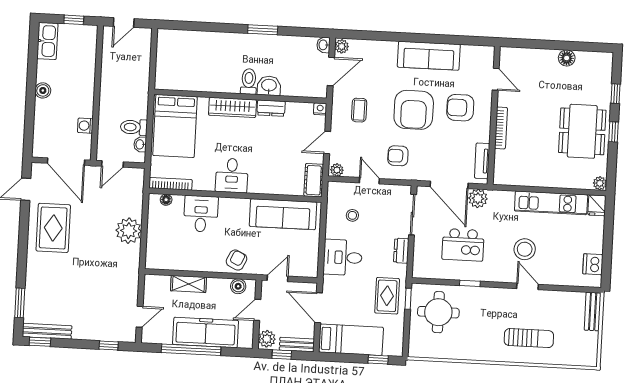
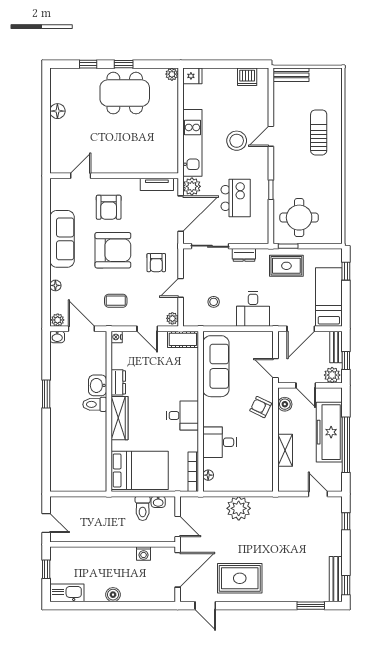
floor lamp: (379, 46) -> (55, 285), added
bookcase: (501, 128) -> (125, 169), removed
kitchen unit: (551, 203) -> (192, 143), moved

